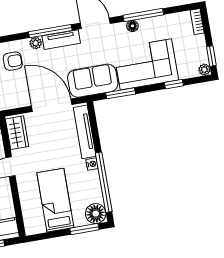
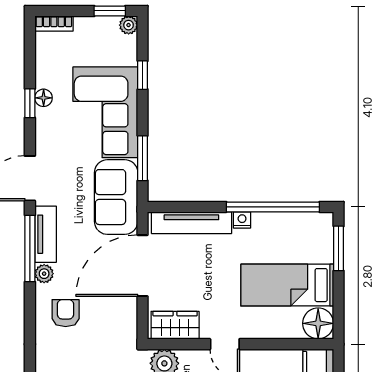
window: (143, 15) -> (30, 103), width x0.46
floor lamp: (132, 26) -> (44, 98), moved
floor lamp: (96, 214) -> (318, 323), moved

